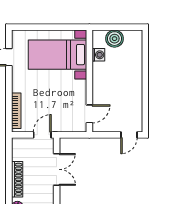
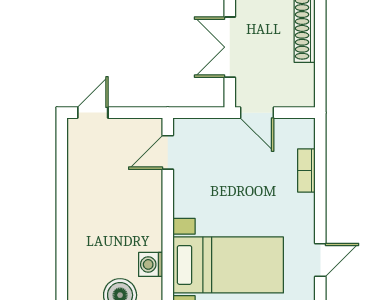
bookcase: (16, 111) -> (306, 171), width x0.64
door: (42, 135) -> (257, 113), hinge flipped

